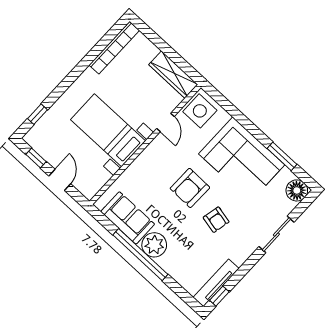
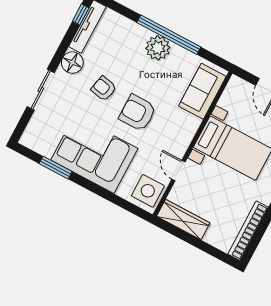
armchair: (190, 188) -> (138, 113), turned -91
floor lamp: (297, 190) -> (72, 63), moved
sofa: (128, 218) -> (202, 91), moved, turned 90

